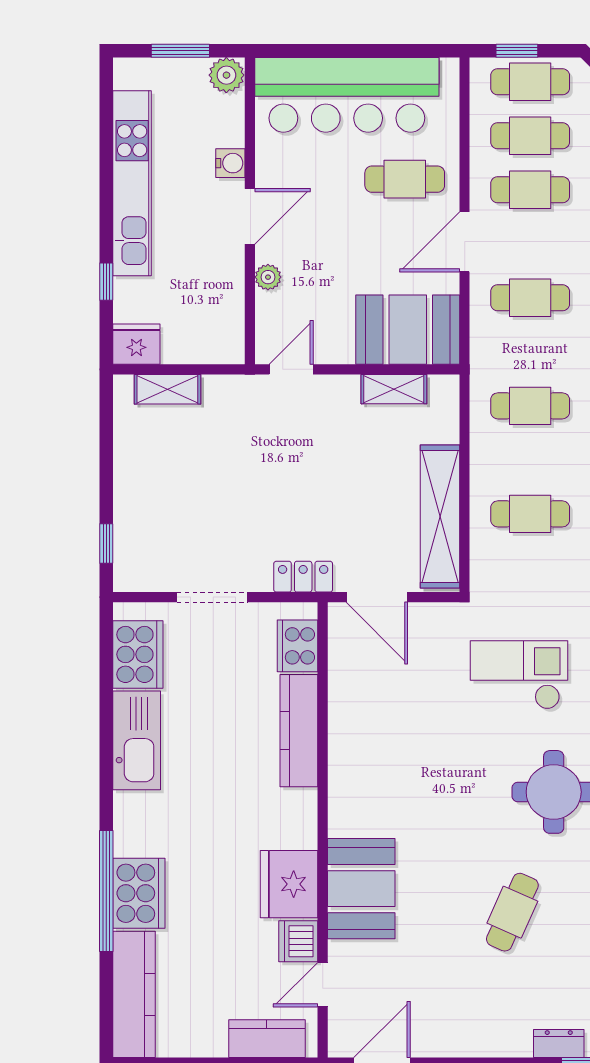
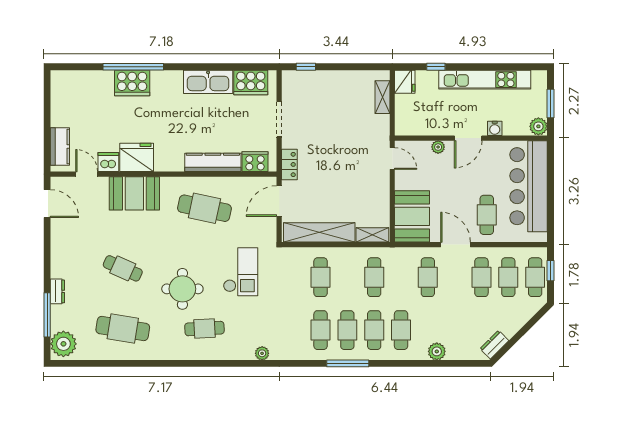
door: (250, 216) -> (468, 138), hinge flipped
shelving: (394, 389) -> (372, 235), moved, turned 90
cafe table: (391, 748) -> (204, 208), added
kitchen counter: (134, 994) -> (82, 80), removed

